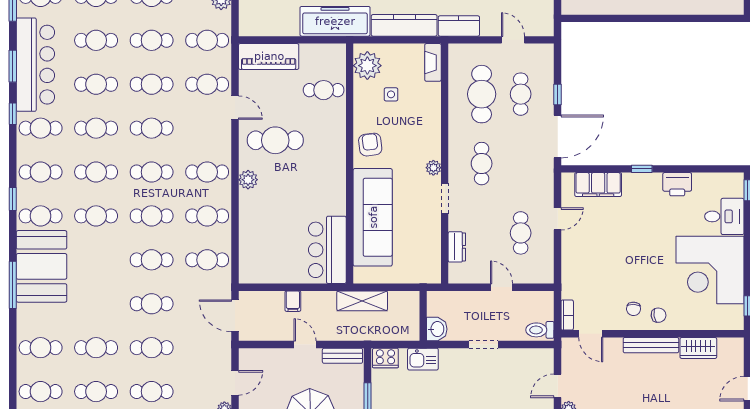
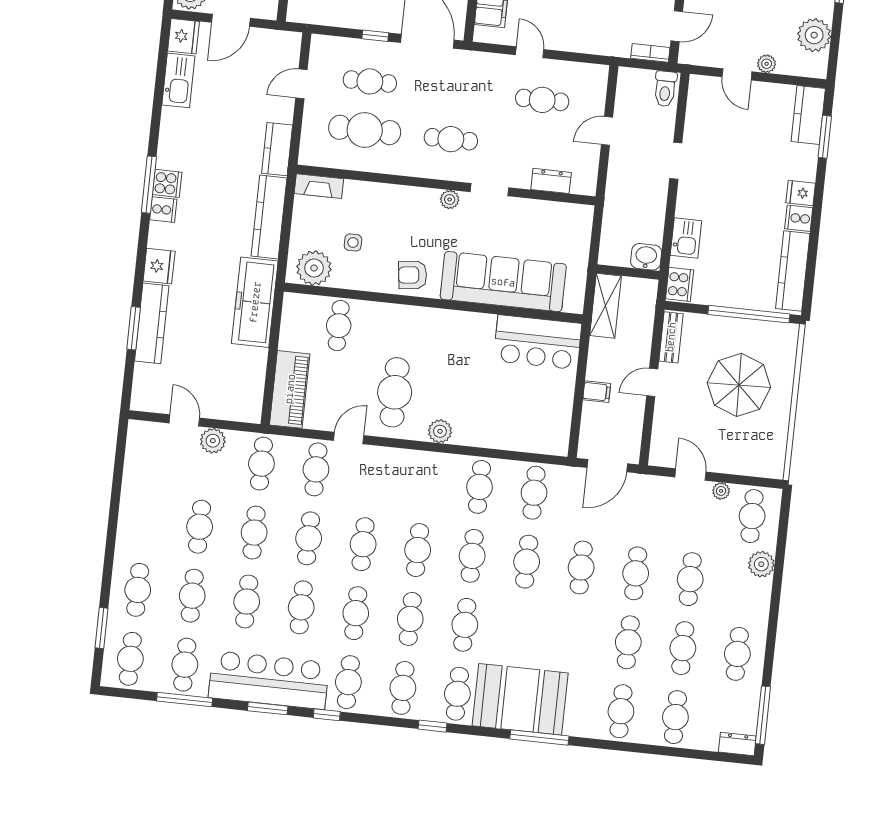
cafe table: (207, 172) -> (425, 481), removed
wall: (423, 316) -> (628, 272), moved
washbasin: (437, 329) -> (646, 257), moved

